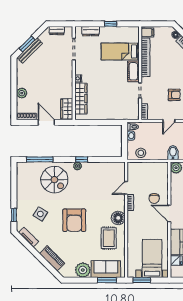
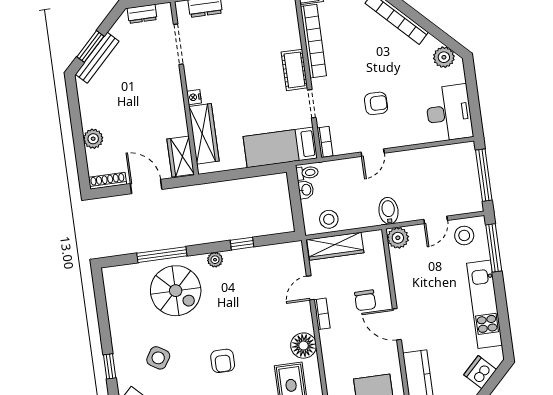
bed: (120, 51) -> (280, 147), moved
window: (40, 159) -> (162, 255), moved
window: (82, 159) -> (242, 244), moved
wardrobe: (142, 168) -> (335, 246), added
armchair: (74, 220) -> (223, 361), width x0.53, depth x0.53

